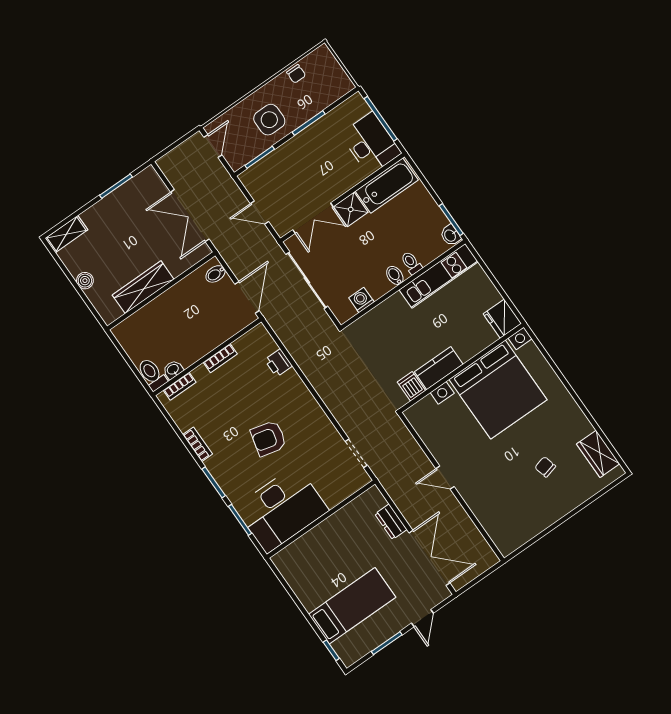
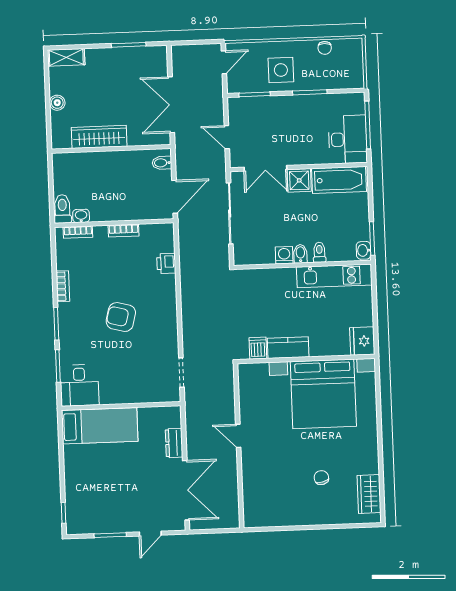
washing machine: (361, 300) -> (284, 255), moved
desk: (282, 509) -> (79, 385), width x0.53, depth x0.77
bed: (352, 606) -> (100, 426), moved

